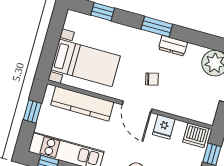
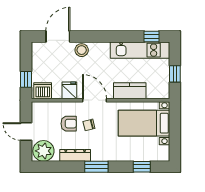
dresser: (173, 46) -> (75, 155), width x1.44
armchair: (176, 87) -> (69, 124), added
kitchen counter: (82, 104) -> (130, 91), width x0.67

